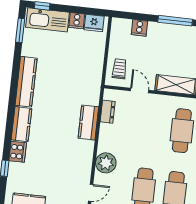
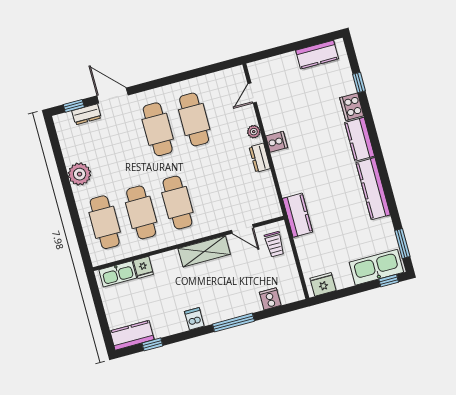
cooker: (77, 21) -> (277, 142), moved, turned 90
dresser: (108, 112) -> (260, 158), moved
kitchen counter: (88, 123) -> (298, 215), moved
plant: (106, 163) -> (254, 132), width x0.53, depth x0.53

